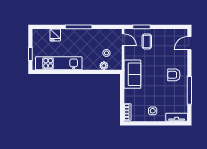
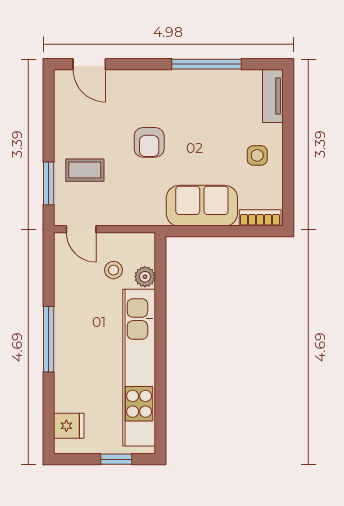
fridge: (55, 35) -> (69, 426), moved
door: (123, 40) -> (81, 229), swing flipped
kitchen unit: (59, 63) -> (139, 368), width x1.36
sofa: (132, 74) -> (202, 206), moved
armchair: (174, 75) -> (149, 142), moved

